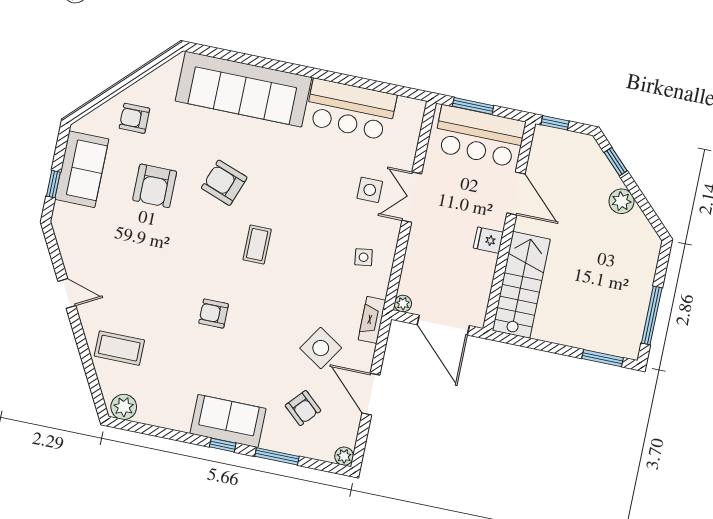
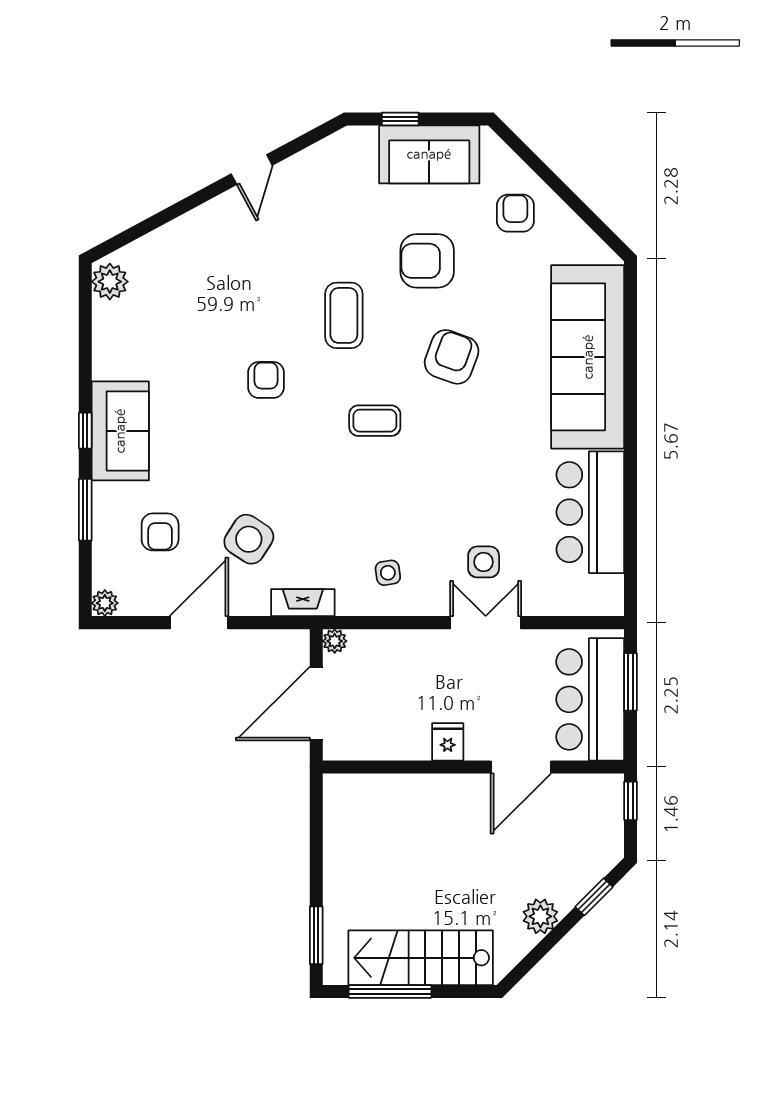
stairs: (521, 285) -> (421, 958), moved, turned 180
coffee table: (119, 348) -> (344, 315), moved
armchair: (303, 408) -> (160, 532), turned -42

